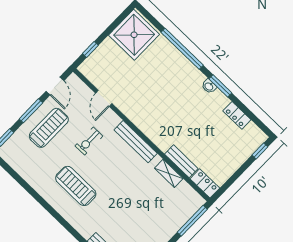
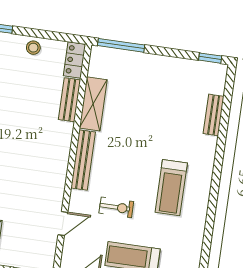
stool: (232, 162) -> (33, 48), added
shelving: (169, 173) -> (93, 104), width x1.50, depth x1.33

